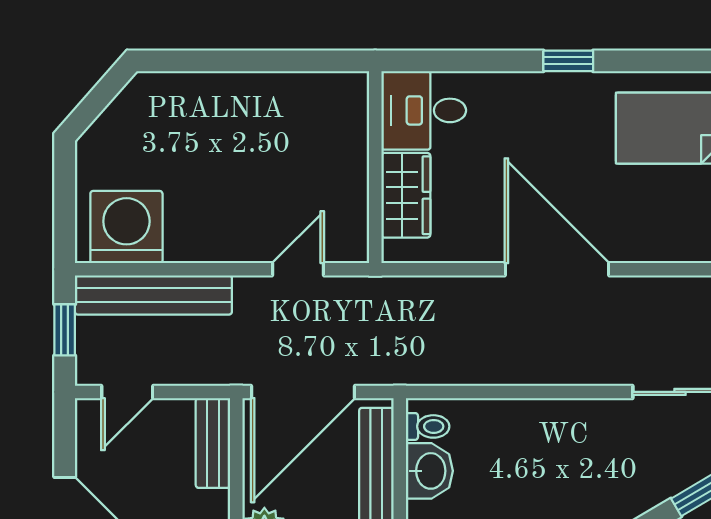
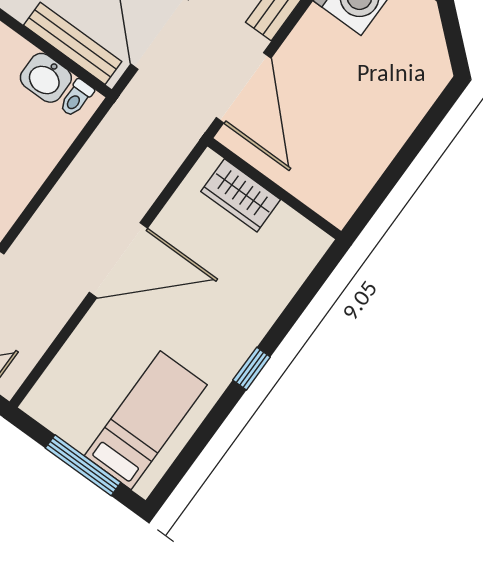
desk: (424, 110) -> (289, 248), removed
door: (298, 269) -> (244, 88), width x1.87

